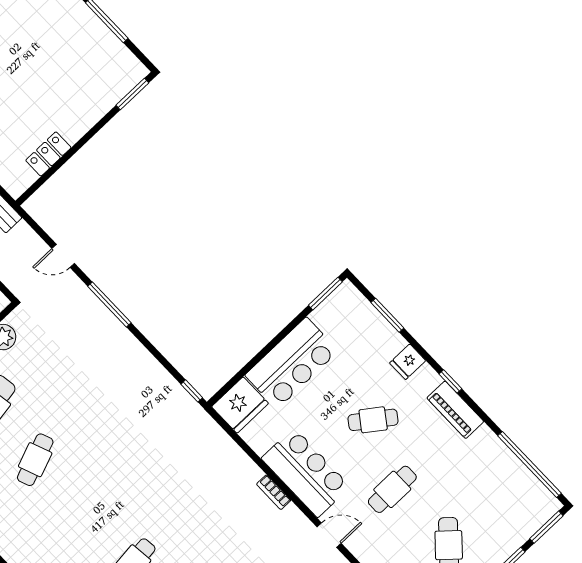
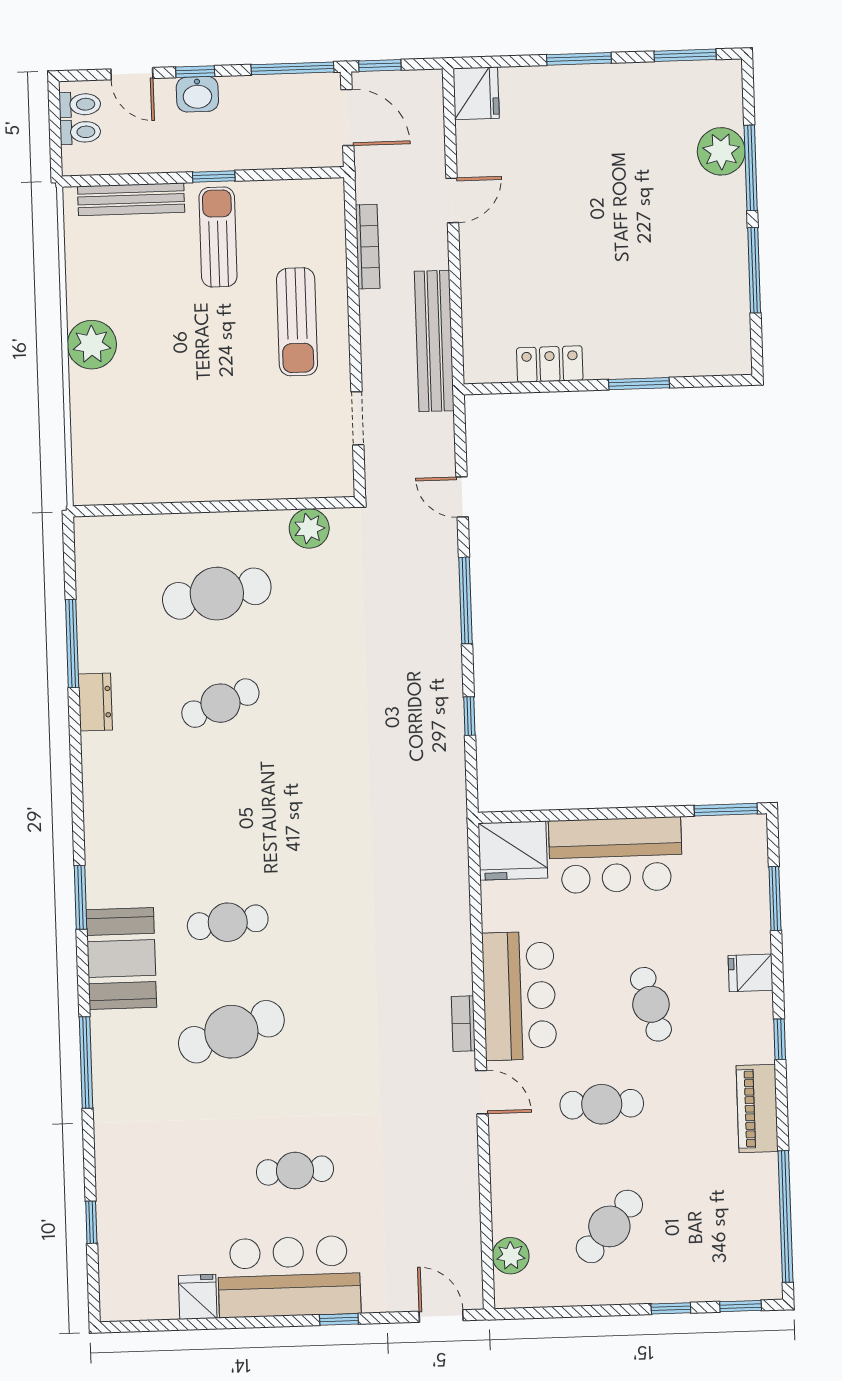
window: (132, 94) -> (639, 384), moved
window: (192, 391) -> (469, 716), moved
piano: (455, 410) -> (757, 1108), moved
cafe table: (373, 420) -> (651, 1004), turned 39
bookcase: (274, 492) -> (463, 1024), moved
window: (546, 527) -> (741, 1306), width x0.67

